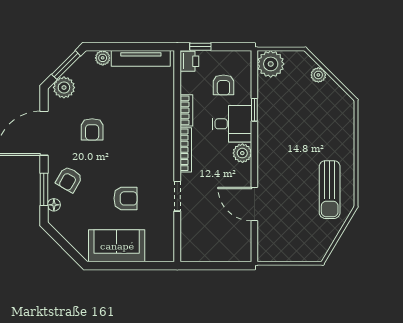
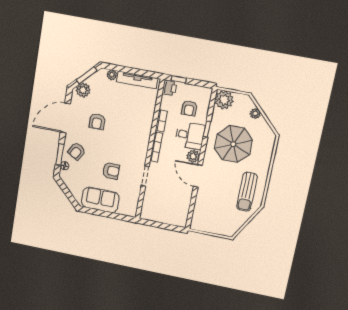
parasol: (296, 124) -> (233, 144), added
door: (254, 204) -> (198, 176), moved

